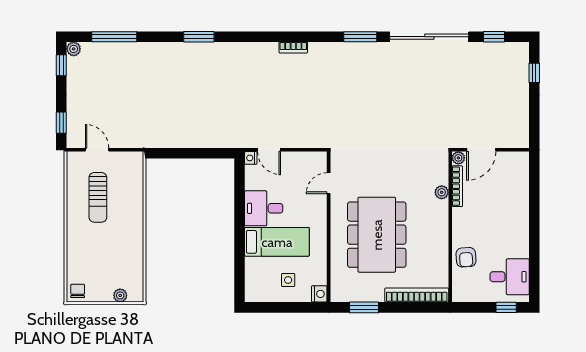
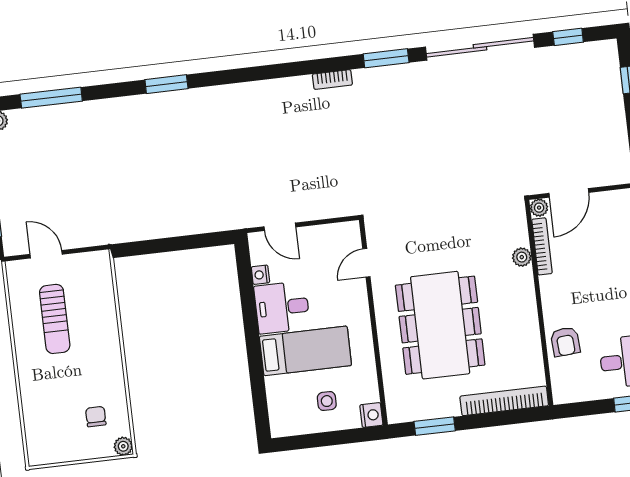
bookcase: (293, 47) -> (332, 80), moved
nightstand: (251, 158) -> (260, 275), moved
chair: (78, 291) -> (96, 417), moved
plant: (120, 295) -> (123, 446), moved

